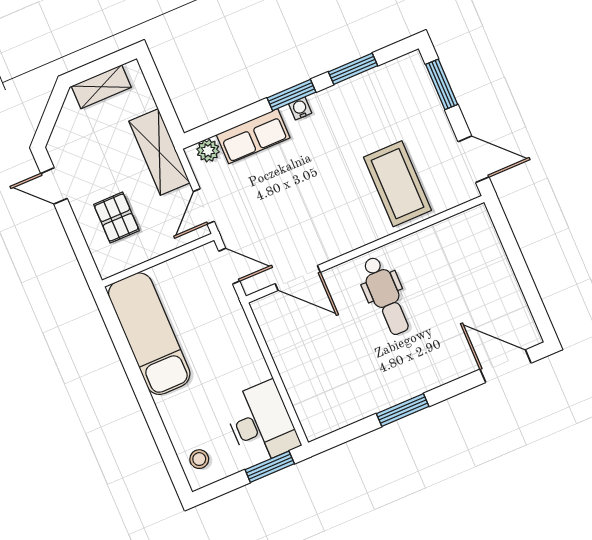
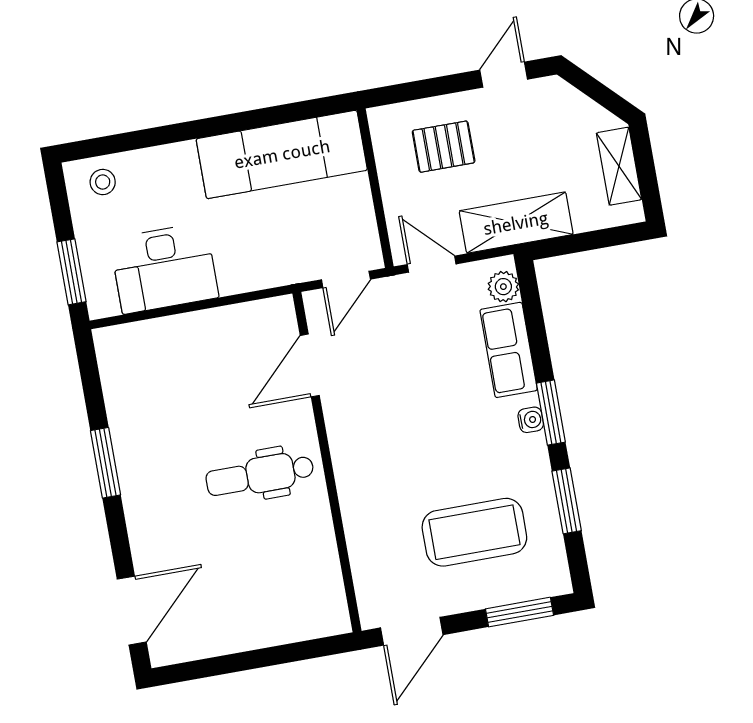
coffee table: (398, 184) -> (474, 532), moved
desk: (261, 423) -> (164, 268), moved

